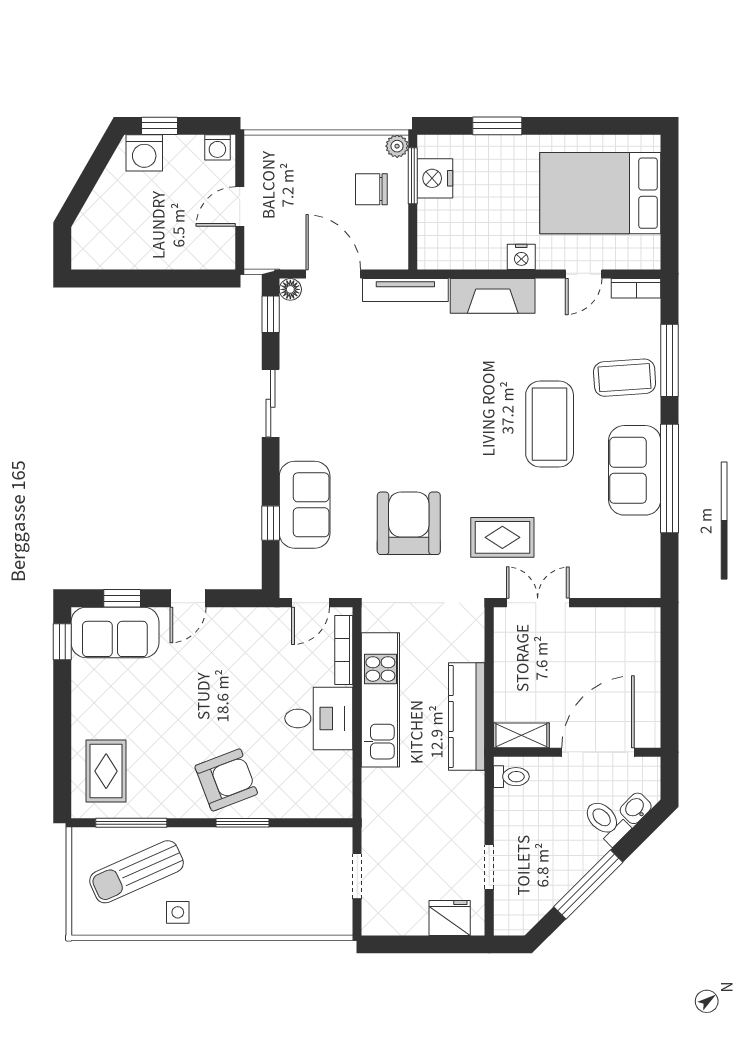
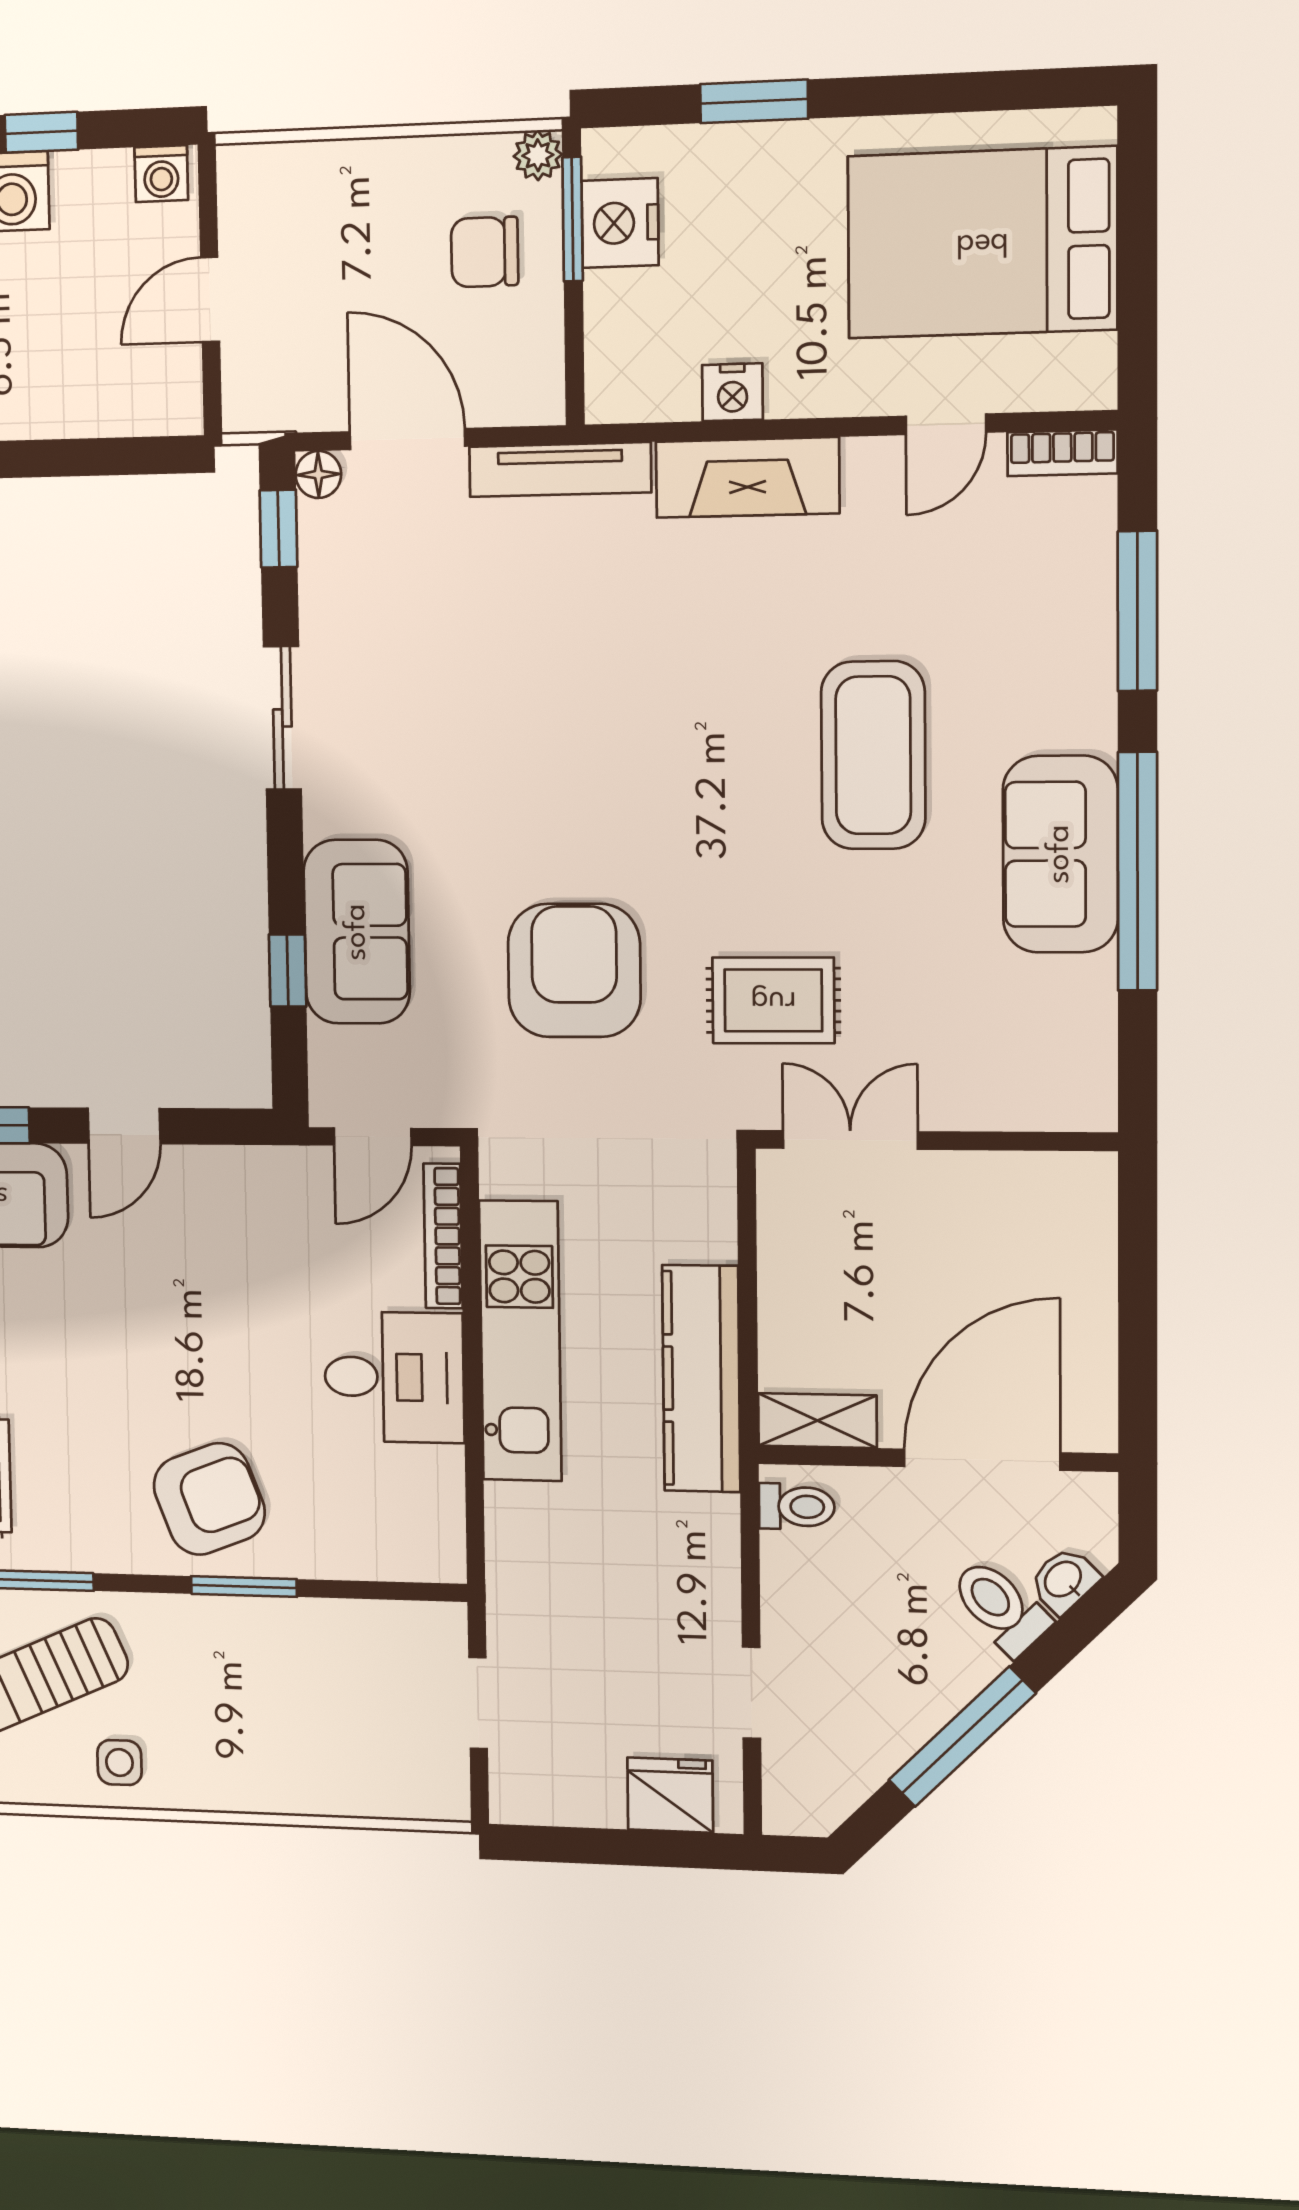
nightstand: (521, 257) -> (732, 392), moved
coffee table: (625, 378) -> (1037, 651), removed

